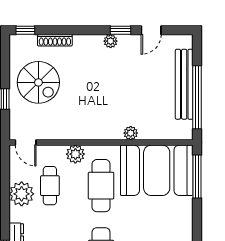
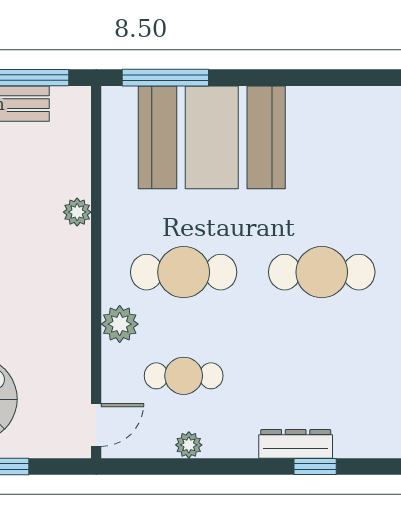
booth: (157, 170) -> (212, 137), moved, turned 90
plant: (22, 194) -> (189, 445), width x0.53, depth x0.53

